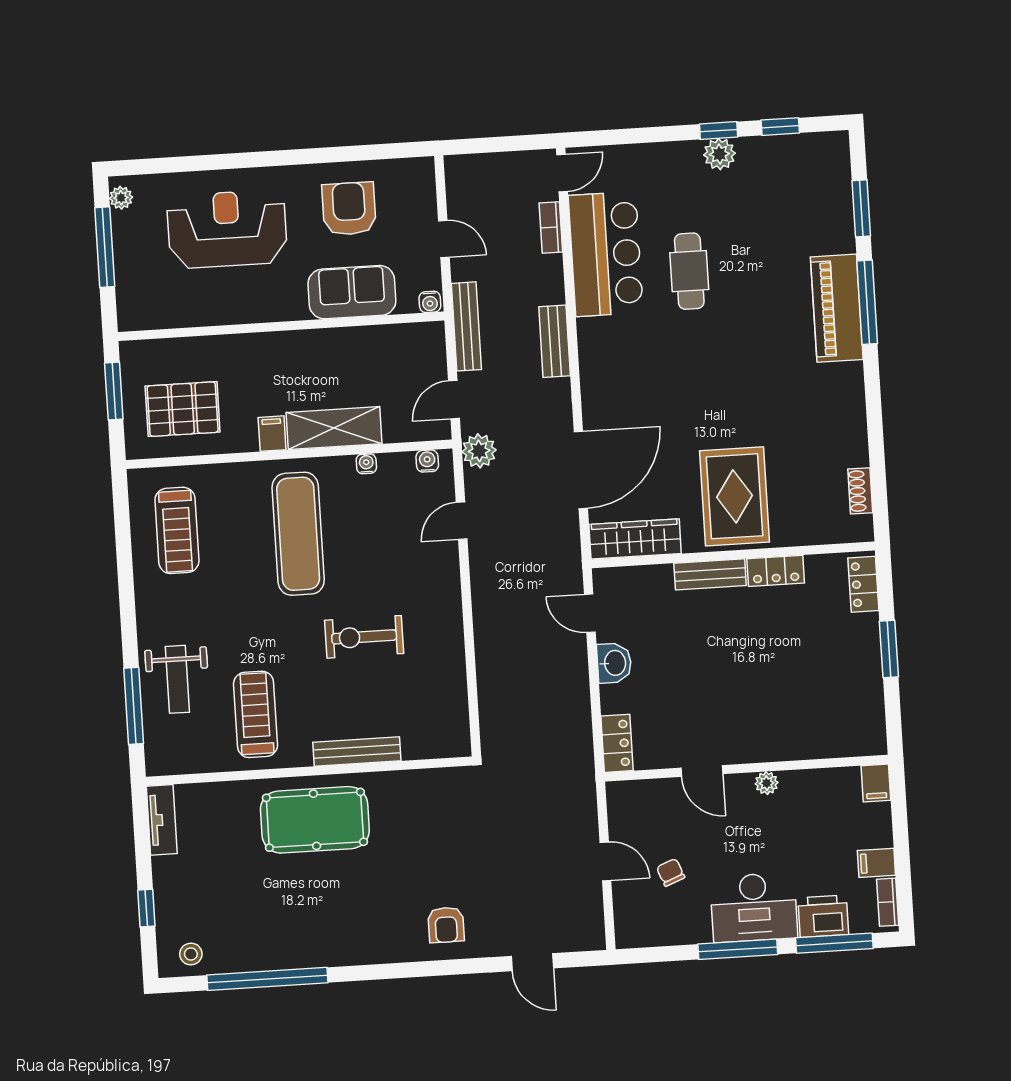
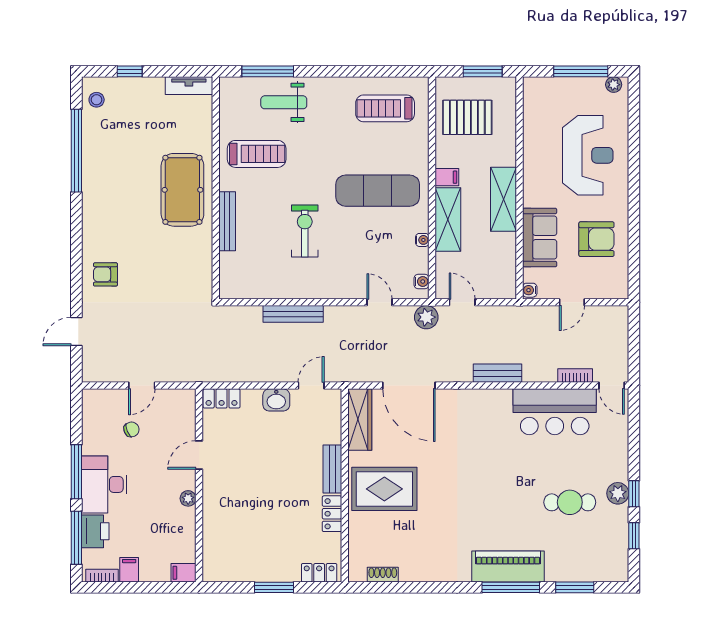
cafe table: (689, 271) -> (570, 502), moved
bench: (466, 326) -> (293, 314), moved
shelving: (299, 349) -> (504, 199), added
pallet: (183, 409) -> (467, 117), turned 90

